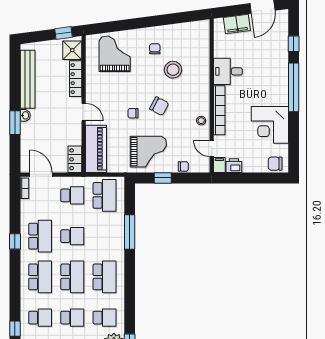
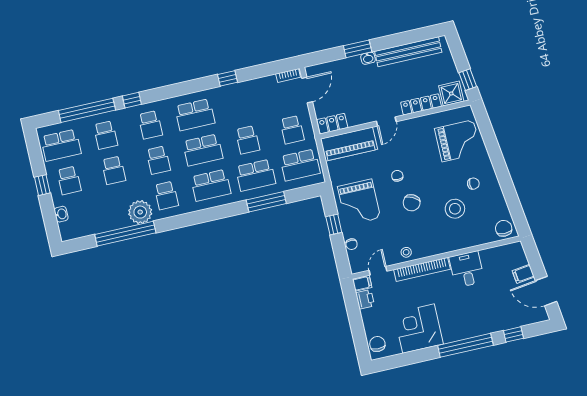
filing cabinet: (237, 24) -> (523, 274), width x0.50
chair: (200, 31) -> (504, 228), added
school desk: (40, 236) -> (256, 175), moved

